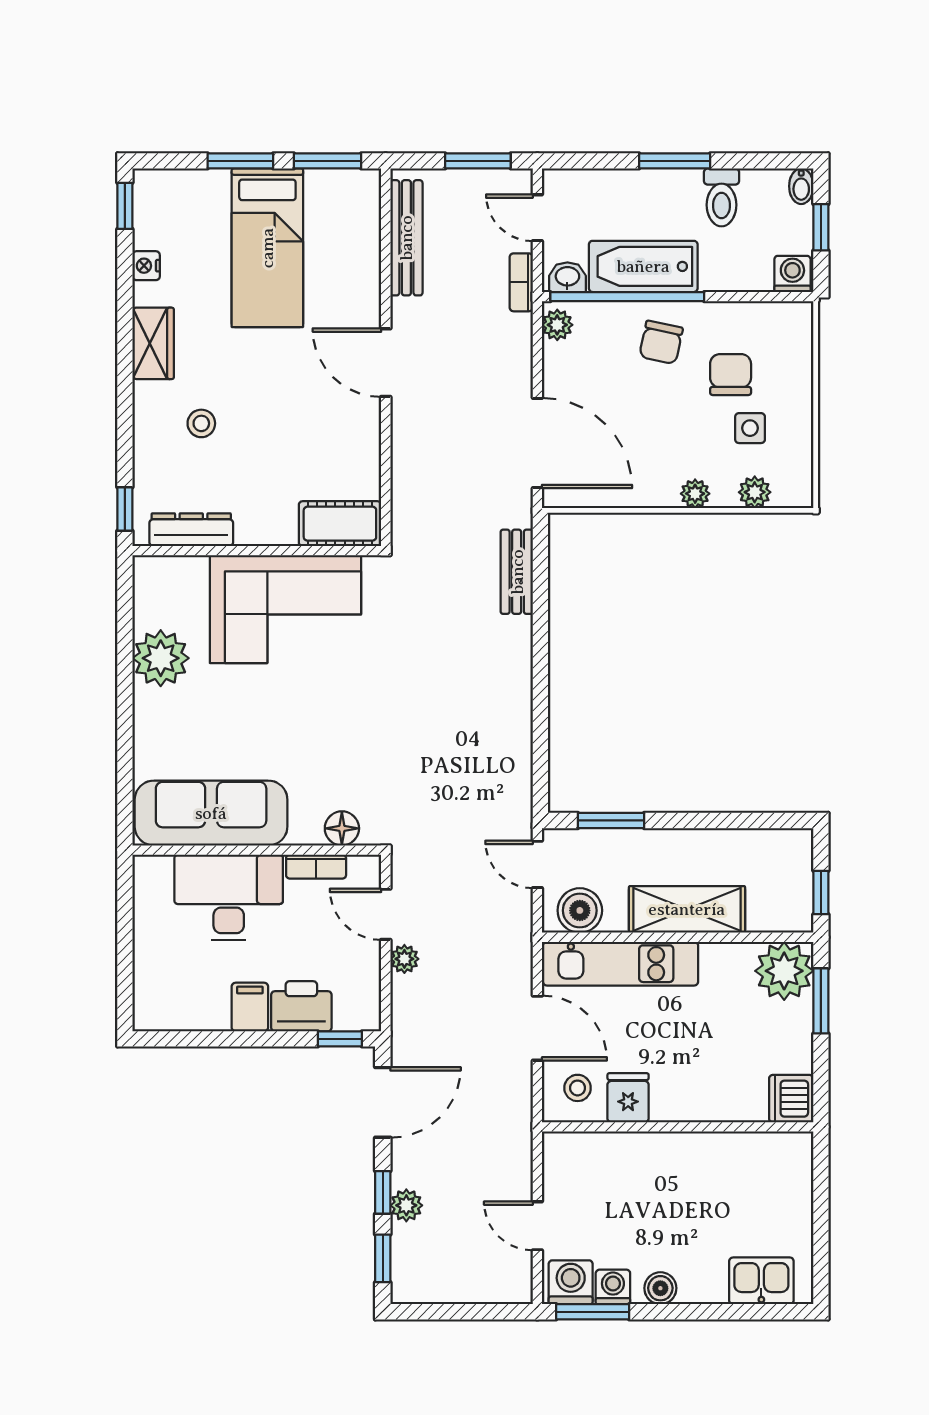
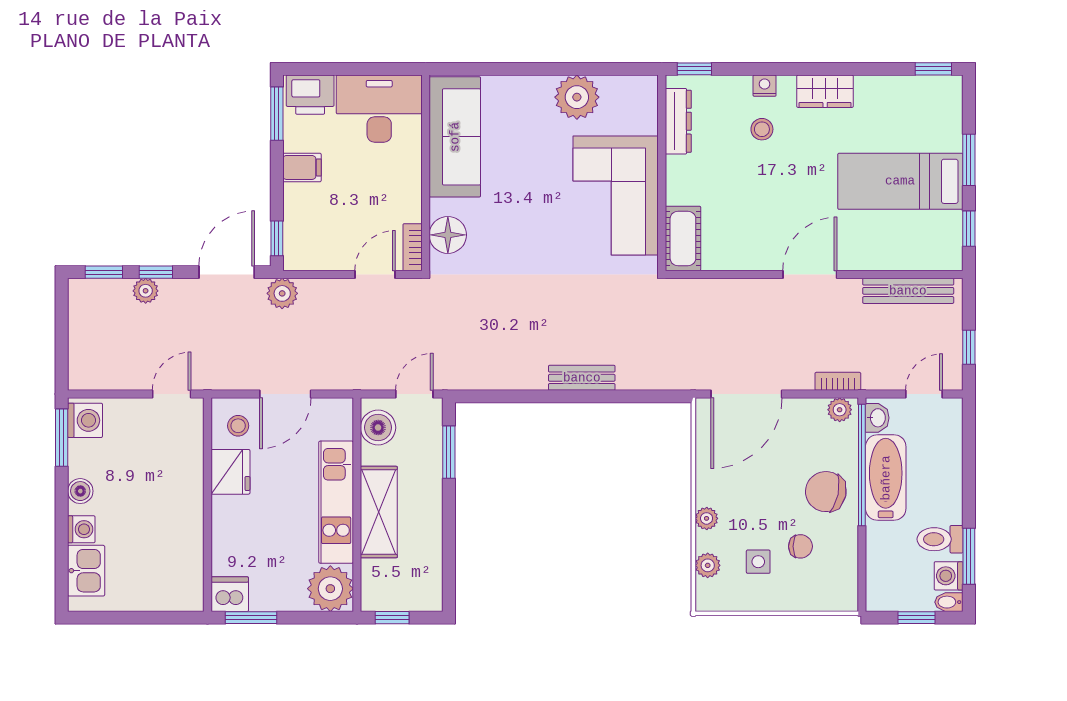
window: (328, 161) -> (969, 229), width x0.67
window: (478, 161) -> (969, 347), width x0.67
window: (675, 161) -> (969, 556), moved
nightstand: (146, 266) -> (765, 86), moved
washing machine: (792, 274) -> (949, 576), moved, turned 180
bookcase: (521, 282) -> (838, 381), moved
chair: (661, 342) -> (826, 492), width x1.37, depth x1.37
chair: (731, 375) -> (800, 546), width x0.73, depth x0.73
bench: (517, 572) -> (582, 378), moved
floor lamp: (342, 828) -> (448, 235), width x1.38, depth x1.38
bookcase: (316, 867) -> (413, 247), moved
desk: (229, 897) -> (379, 109), moved, turned -90
plant: (404, 959) -> (282, 293), moved, width x1.38, depth x1.38
kitchen unit: (621, 964) -> (336, 502), moved
window: (821, 1001) -> (251, 618), moved
printer: (301, 1006) -> (310, 95), moved, turned 90
window: (182, 1039) -> (277, 114), added
fridge: (628, 1098) -> (230, 472), width x1.38
door: (383, 1102) -> (227, 272), swing flipped
door: (537, 1226) -> (172, 394), moved
washing machine: (613, 1287) -> (81, 529), moved

